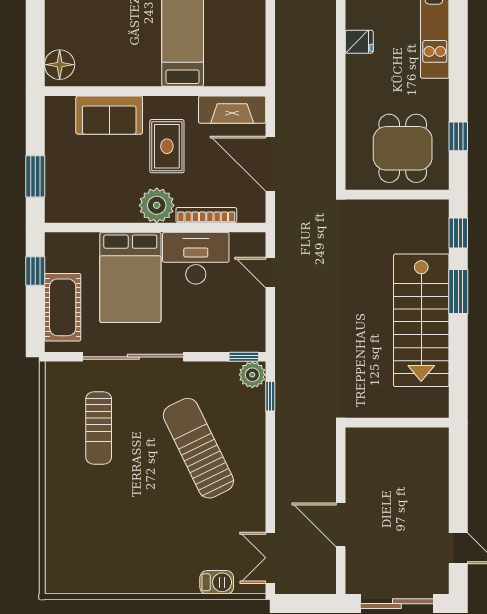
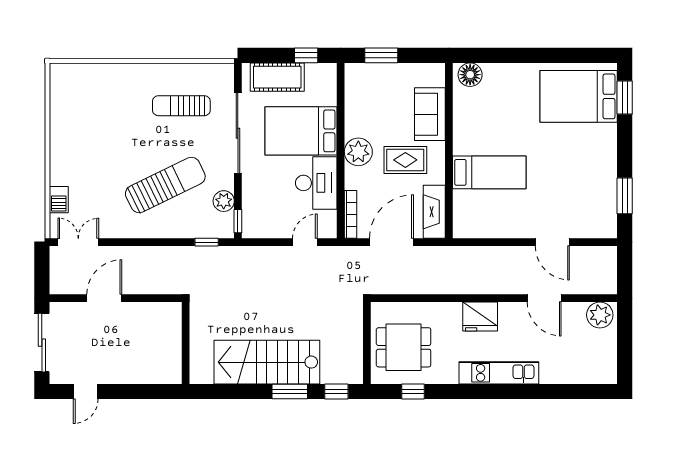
fridge: (359, 42) -> (480, 317), width x1.88, depth x1.34
bookcase: (206, 215) -> (351, 214), moved
plant: (252, 375) -> (224, 201), moved

